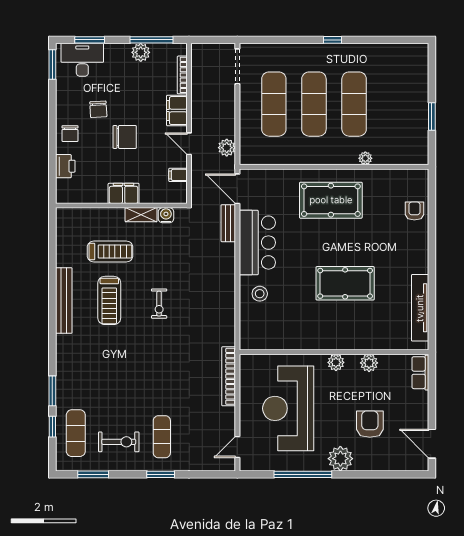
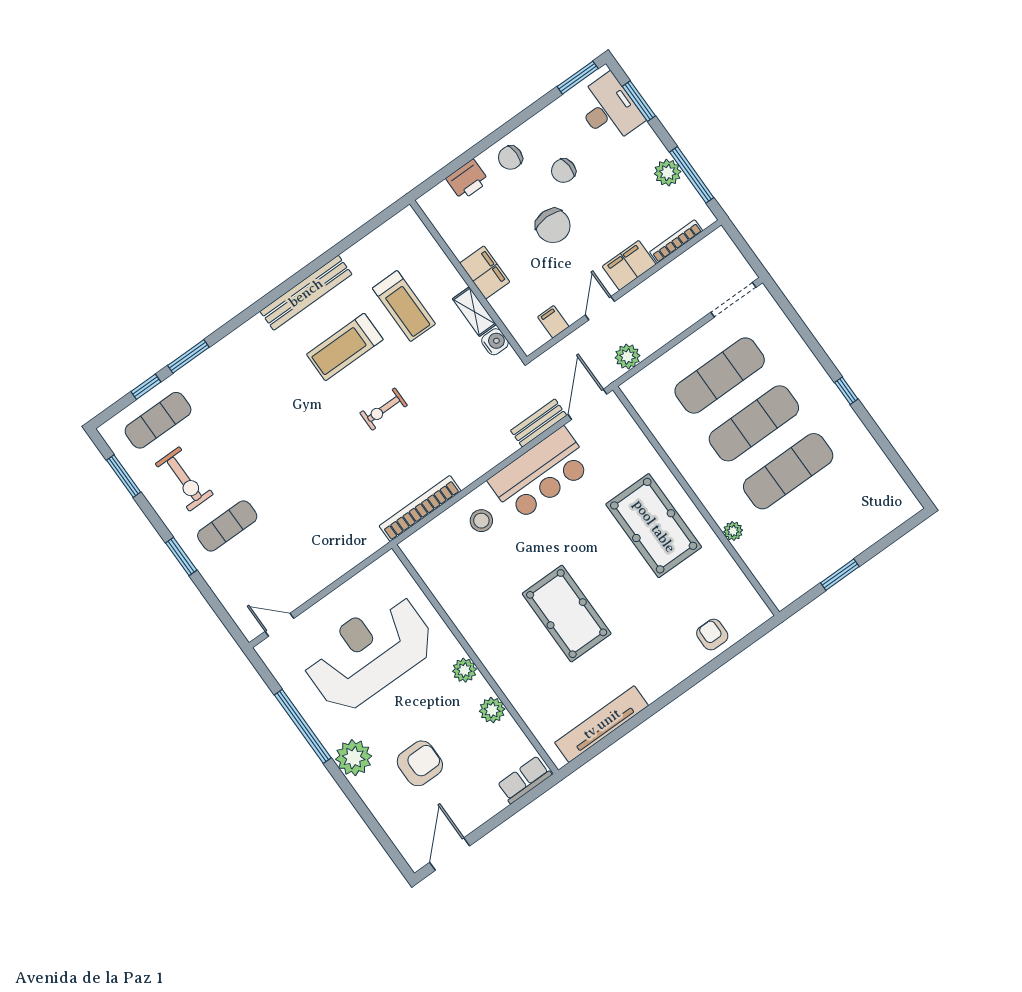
armchair: (414, 211) -> (712, 635), turned -90
bookcase: (229, 376) -> (420, 508), moved

